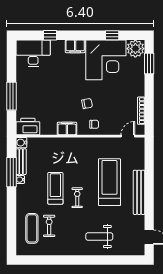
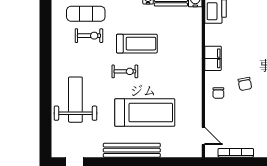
weight bench: (99, 237) -> (75, 100), width x1.36, depth x1.33

